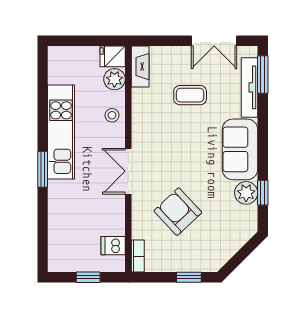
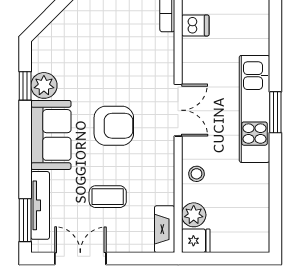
kitchen unit: (61, 132) -> (254, 109), moved
armchair: (178, 212) -> (114, 126), moved, turned -47

